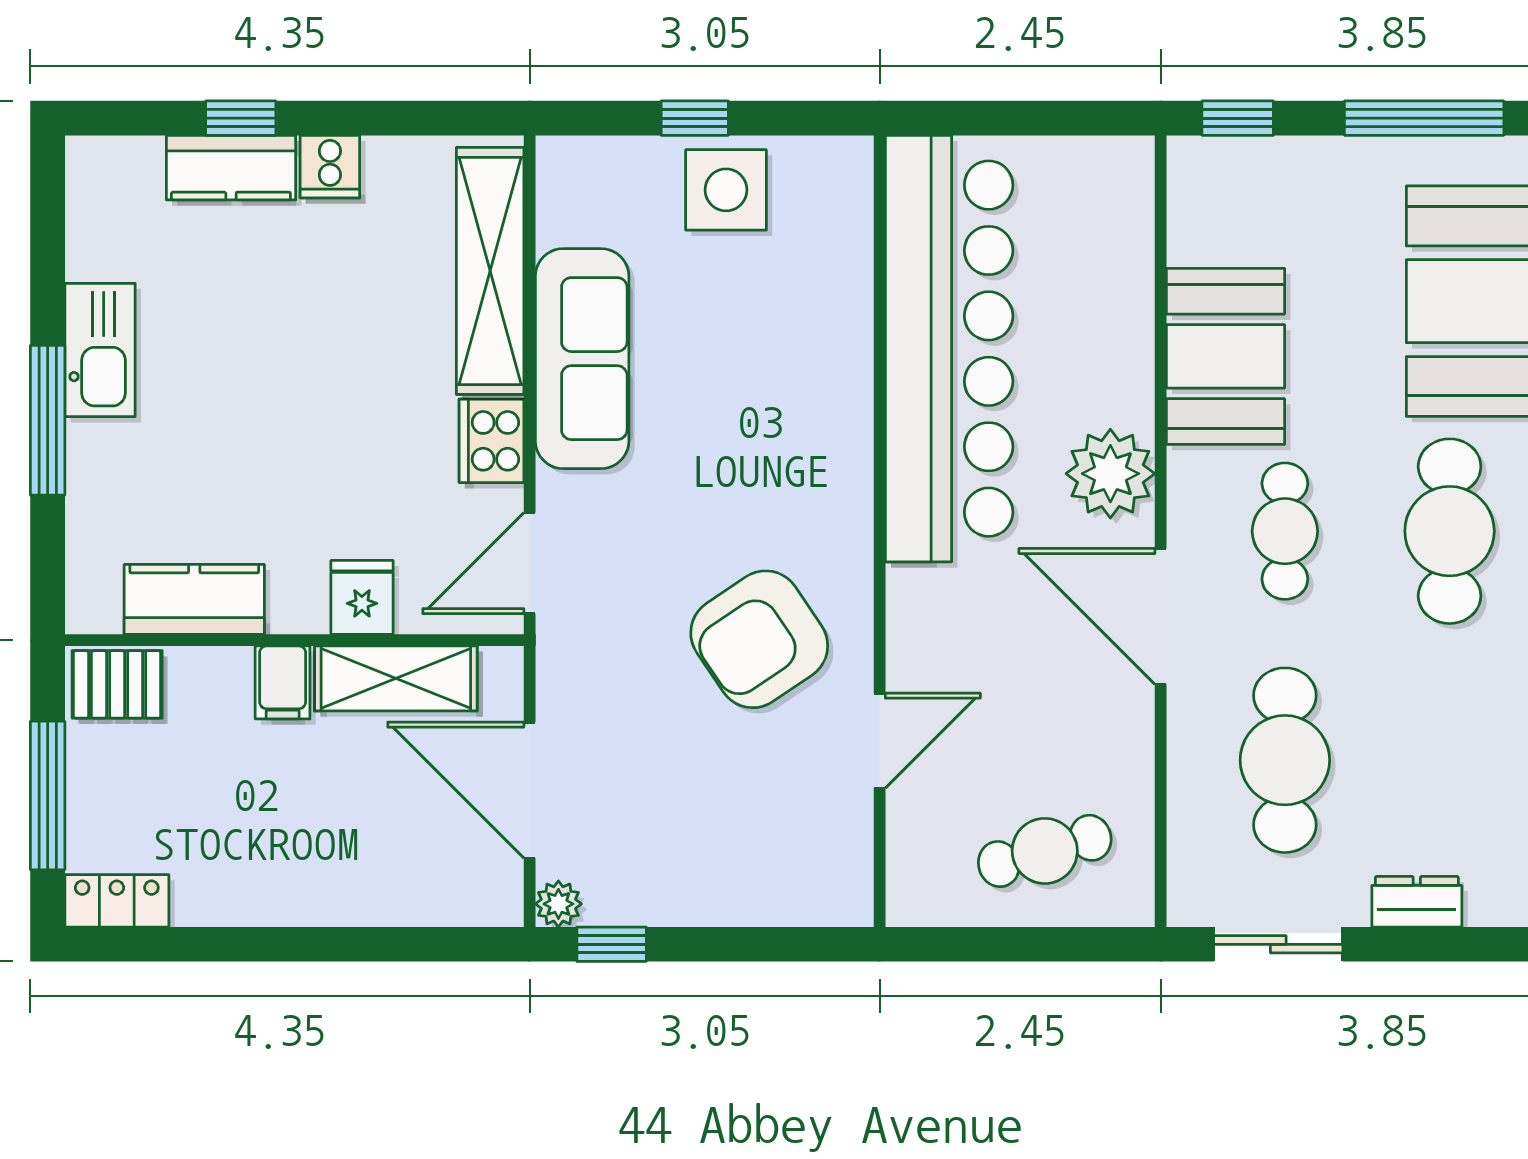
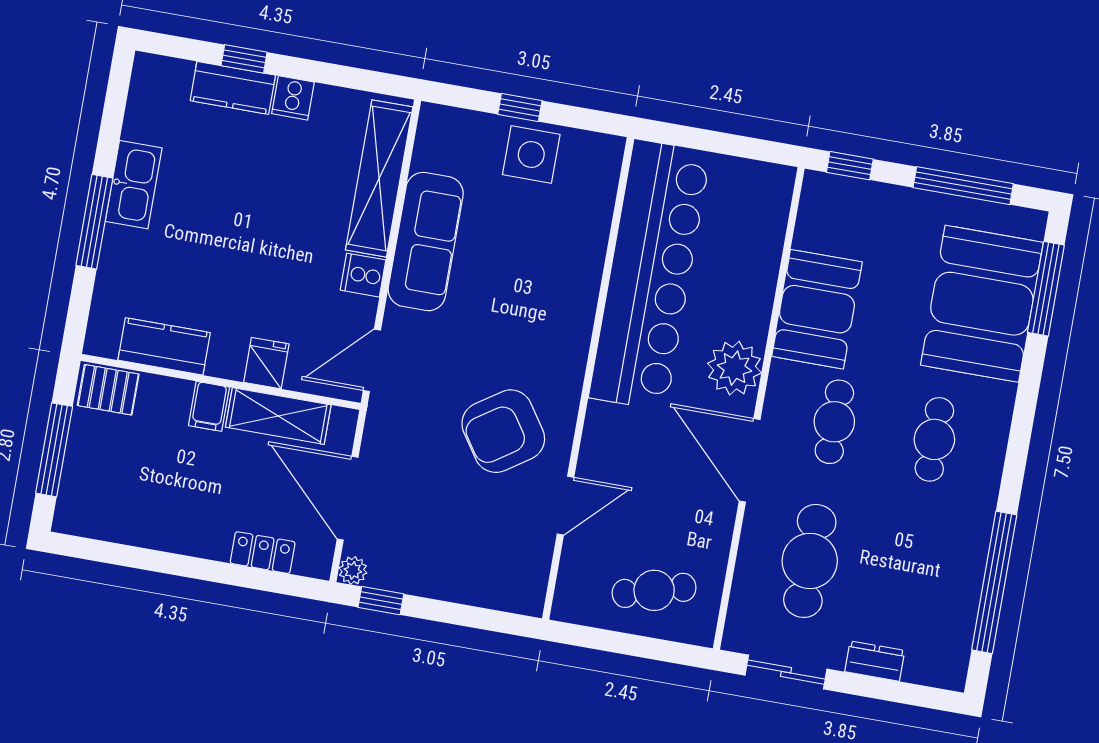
cooker: (492, 441) -> (363, 275), width x0.73
cafe table: (1450, 531) -> (934, 439), width x0.73, depth x0.74
locker: (117, 901) -> (263, 553), moved

